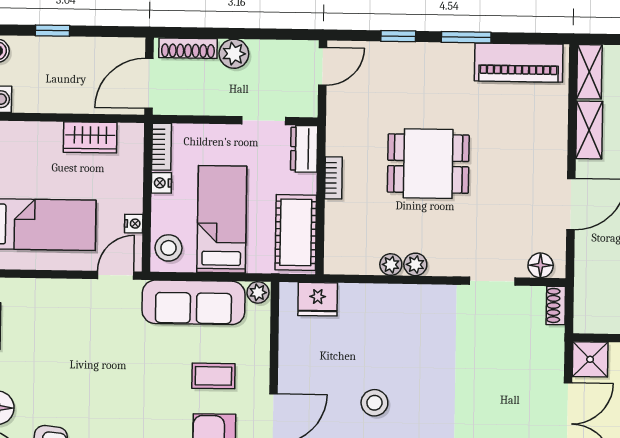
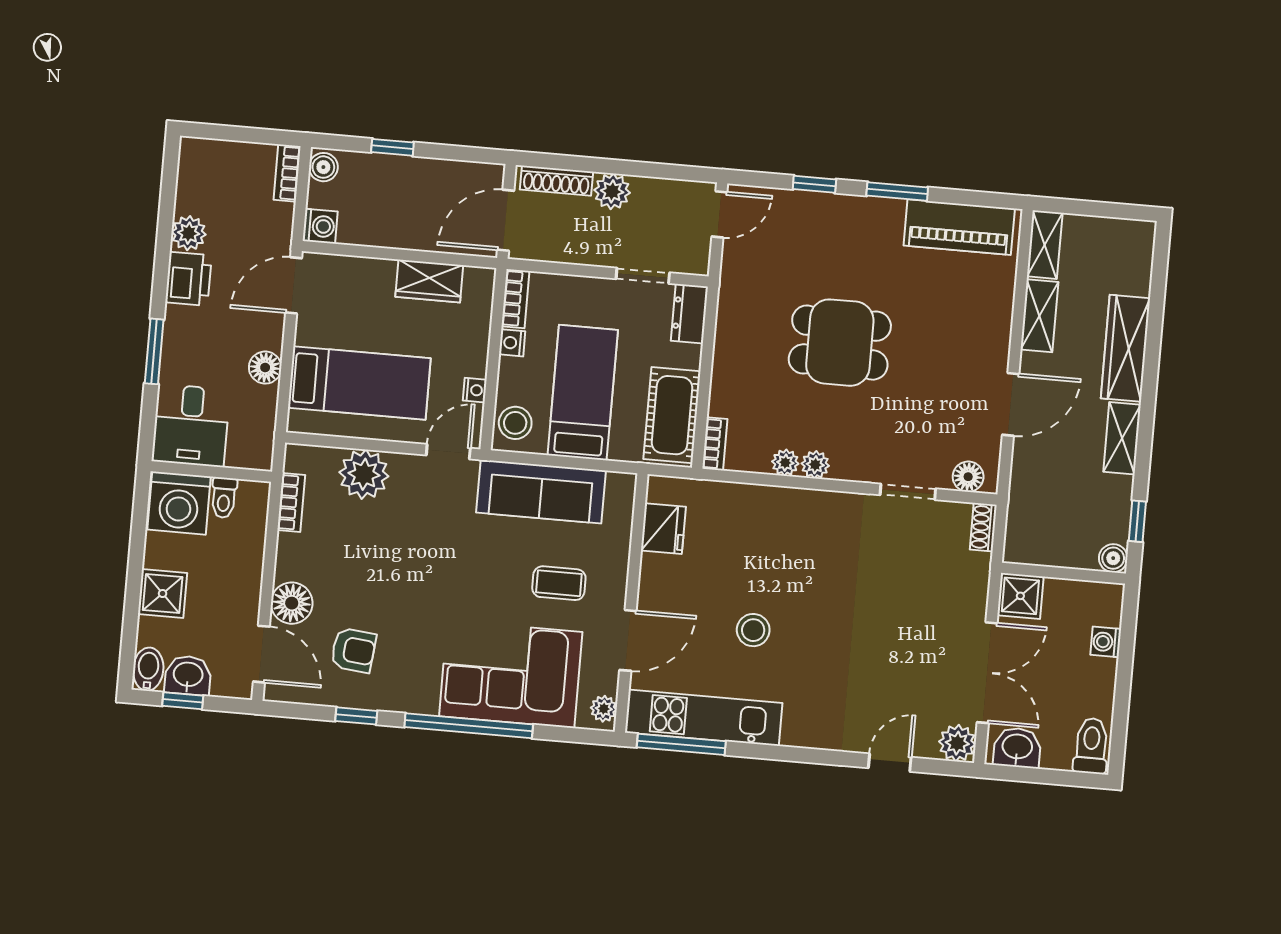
bookcase: (333, 178) -> (715, 444), moved
plant: (258, 292) -> (364, 474), moved, width x1.87, depth x1.87
fridge: (318, 299) -> (663, 529), moved, turned -90

